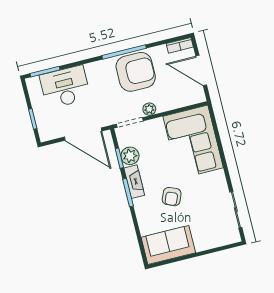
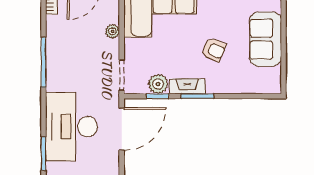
armchair: (136, 72) -> (68, 55), removed
desk: (65, 87) -> (71, 127), width x1.36, depth x1.30
plant: (149, 109) -> (112, 31), moved
sofa: (168, 245) -> (265, 39), moved

